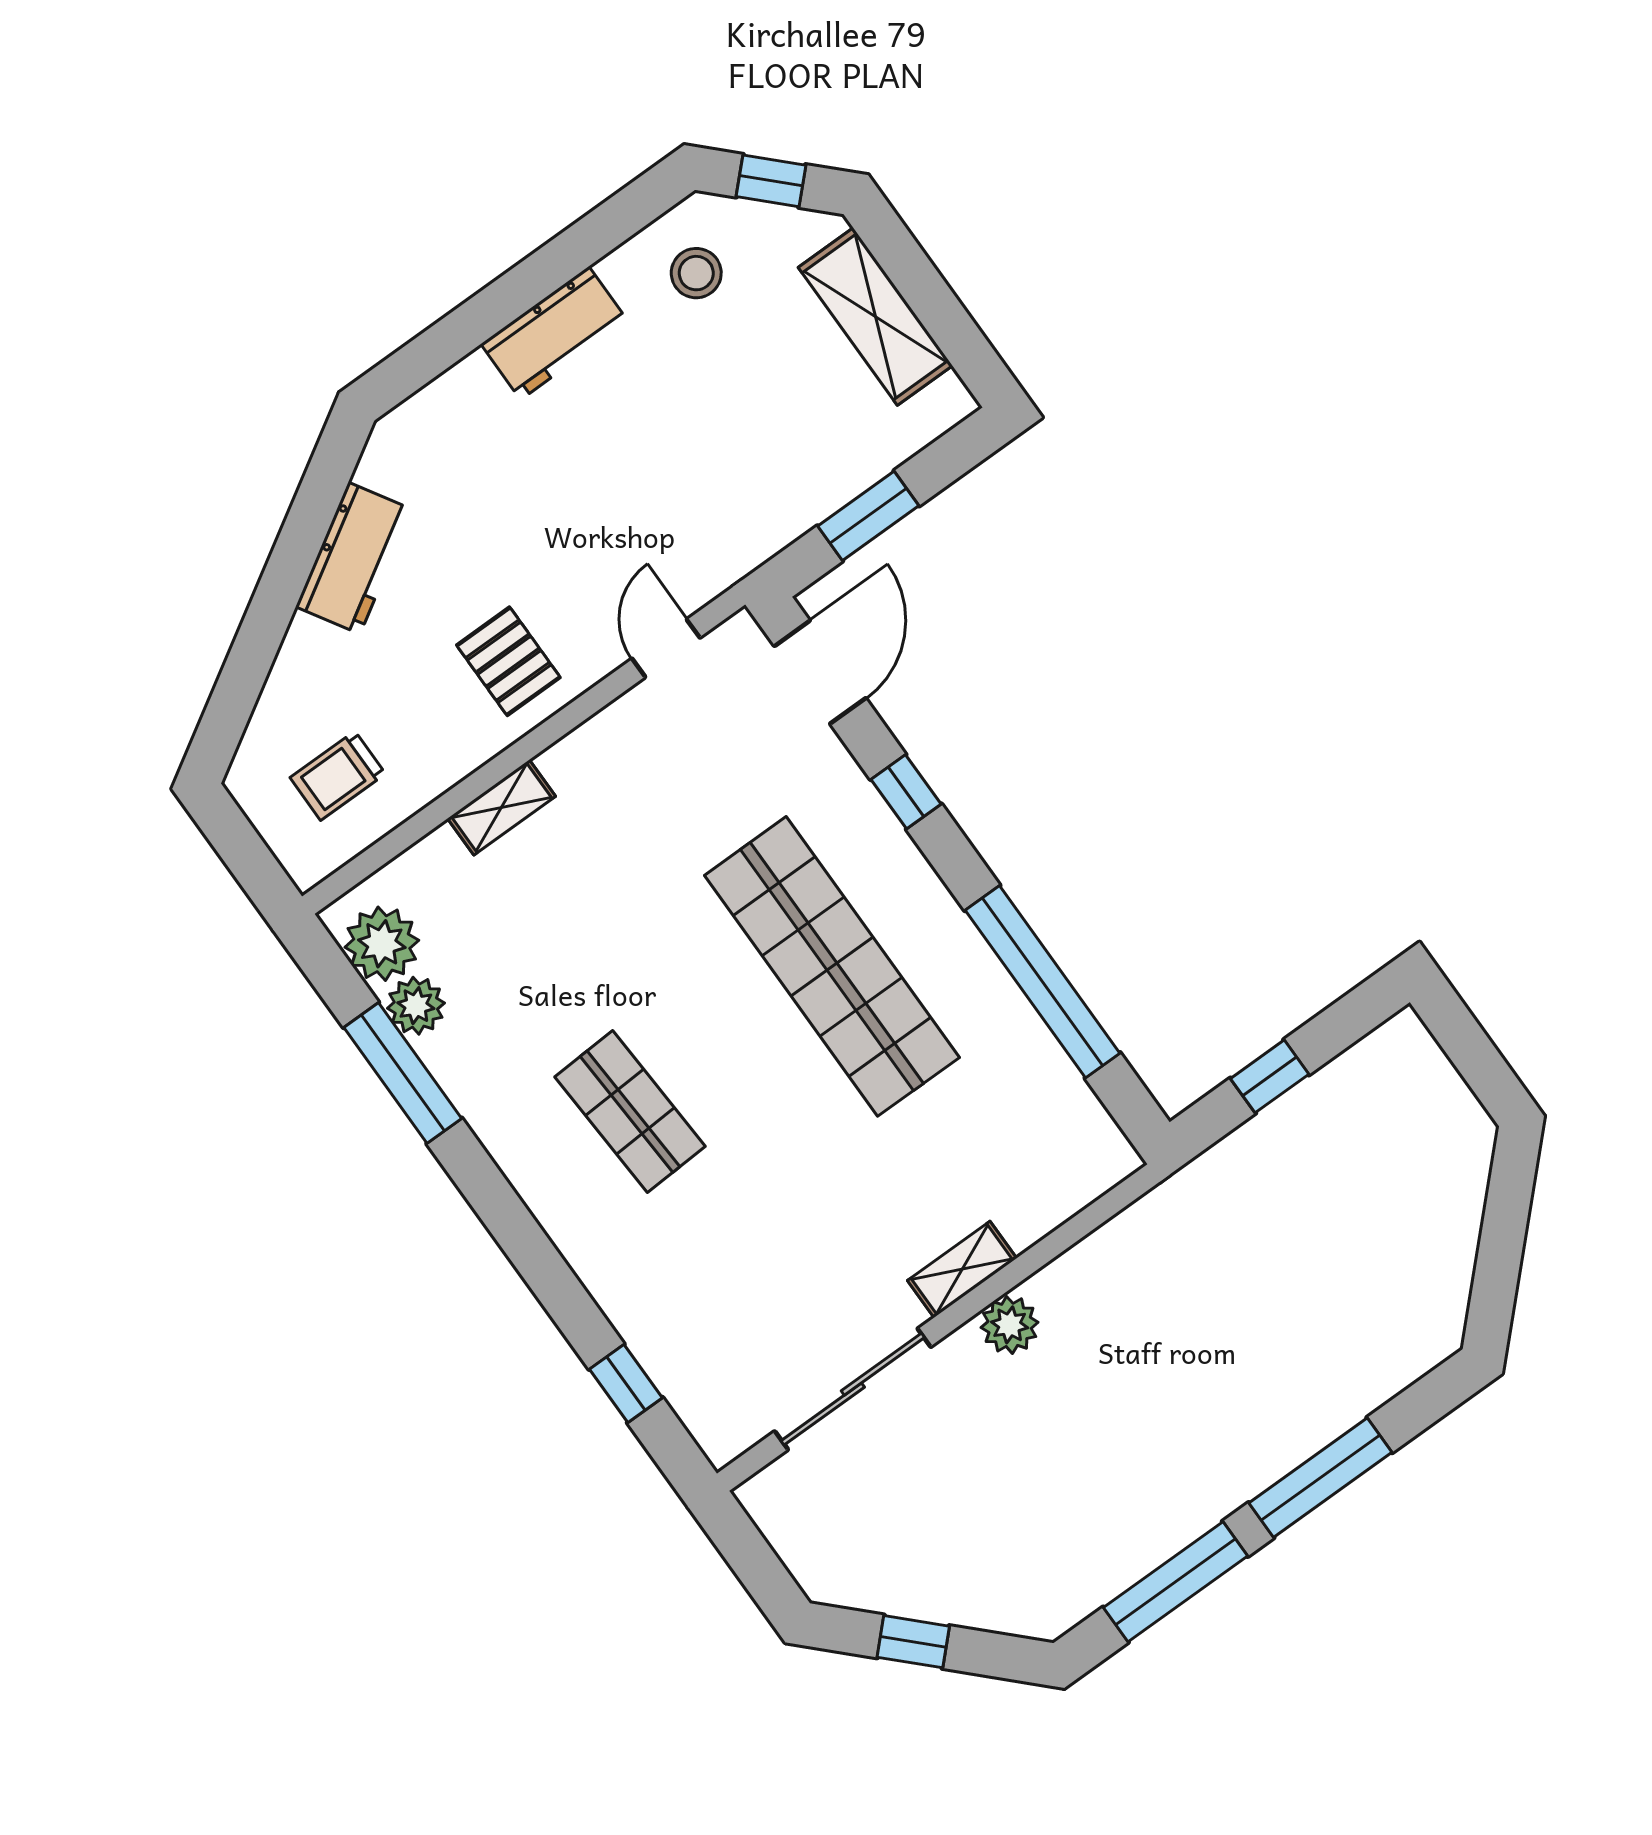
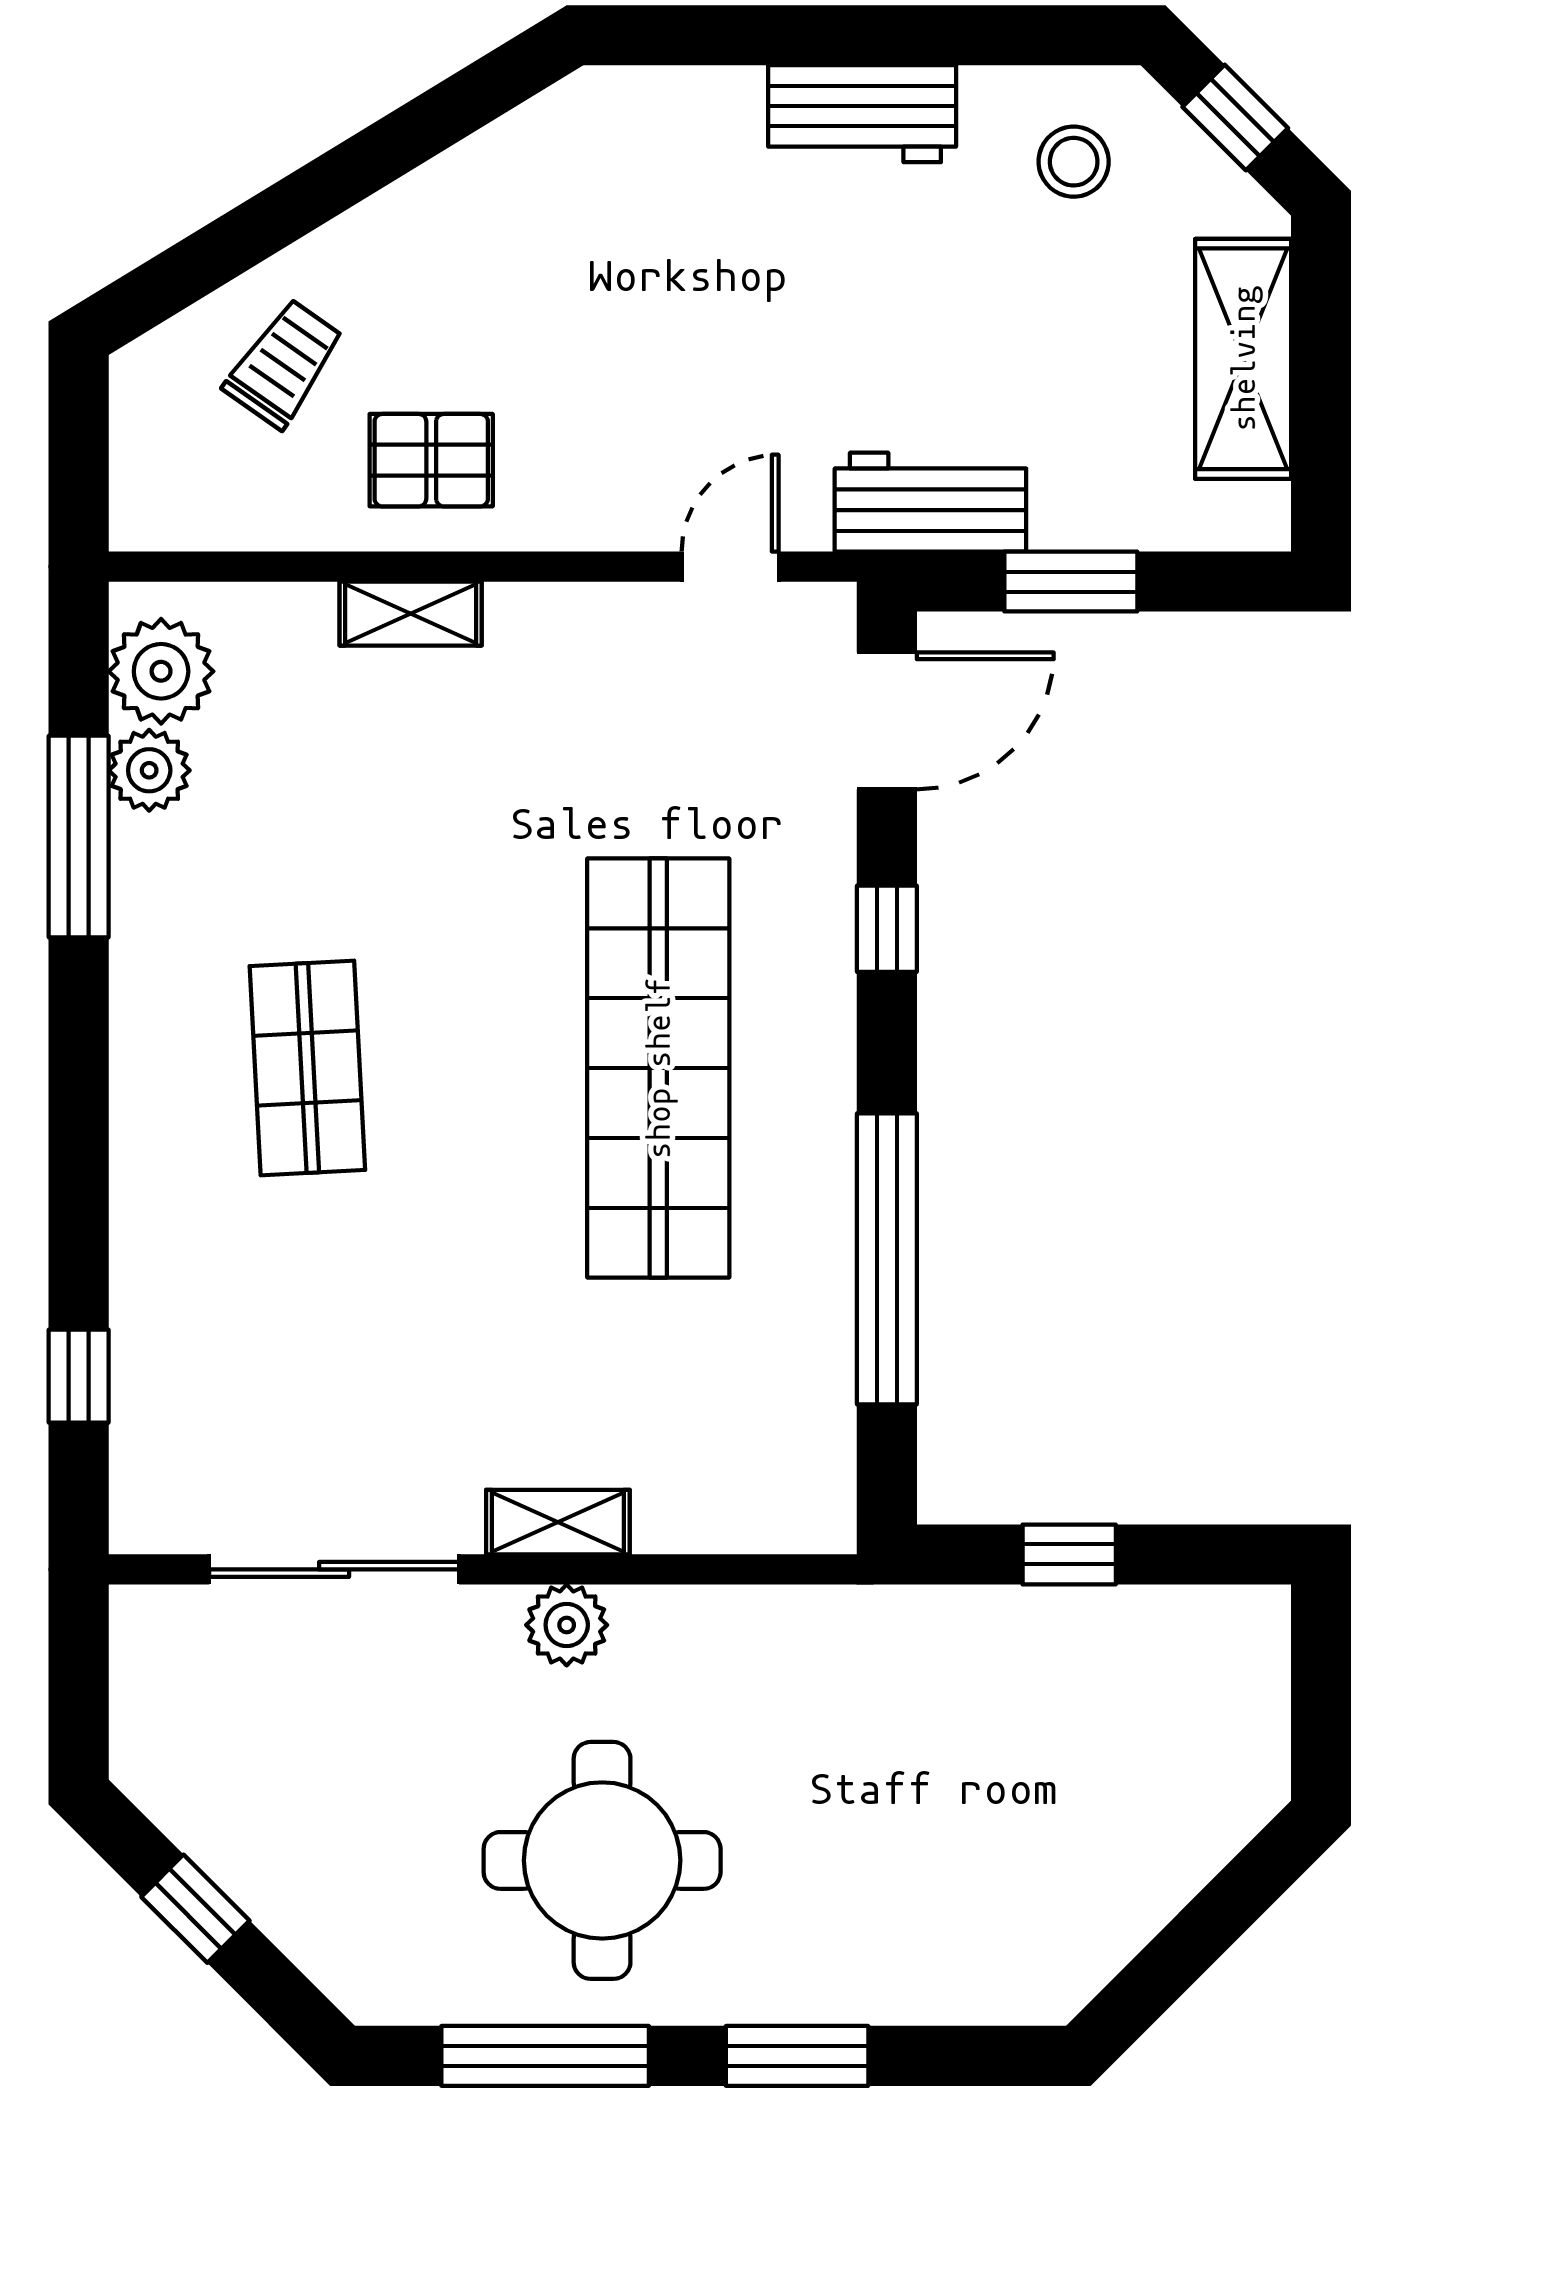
workbench: (354, 558) -> (930, 502), moved, turned -149
pallet: (508, 661) -> (431, 460), moved, turned 90
trolley: (338, 776) -> (284, 364), moved, turned 125
round table: (1127, 1446) -> (602, 1860), added
window: (1320, 1478) -> (797, 2056), width x0.69

